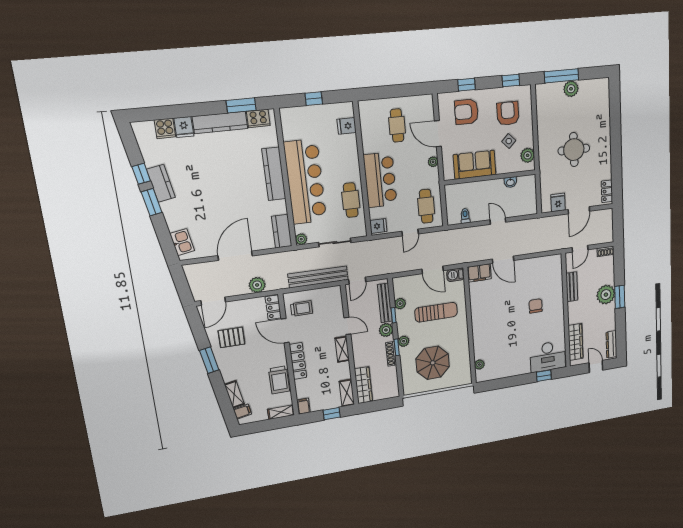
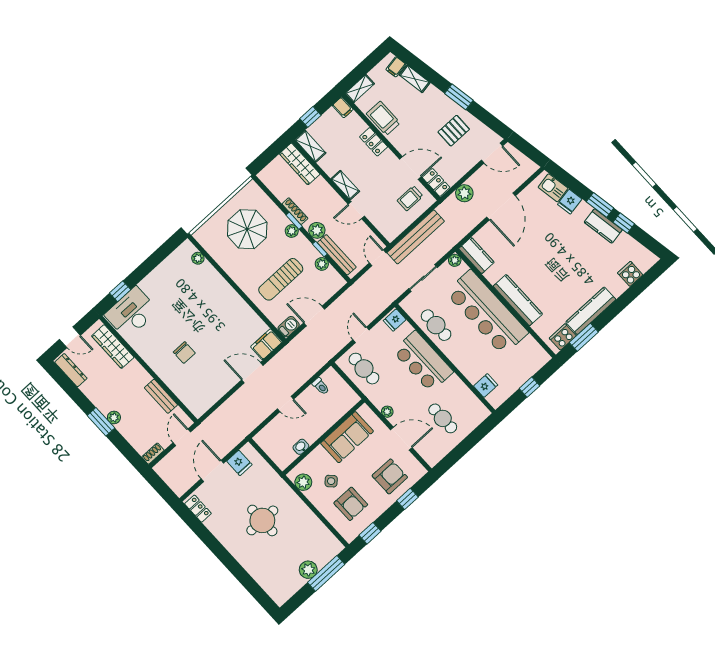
fridge: (184, 127) -> (570, 202), moved, turned -100
plant: (606, 295) -> (114, 417), width x0.53, depth x0.53
door: (213, 301) -> (492, 153), swing flipped
locker: (298, 361) -> (374, 142), width x0.66

